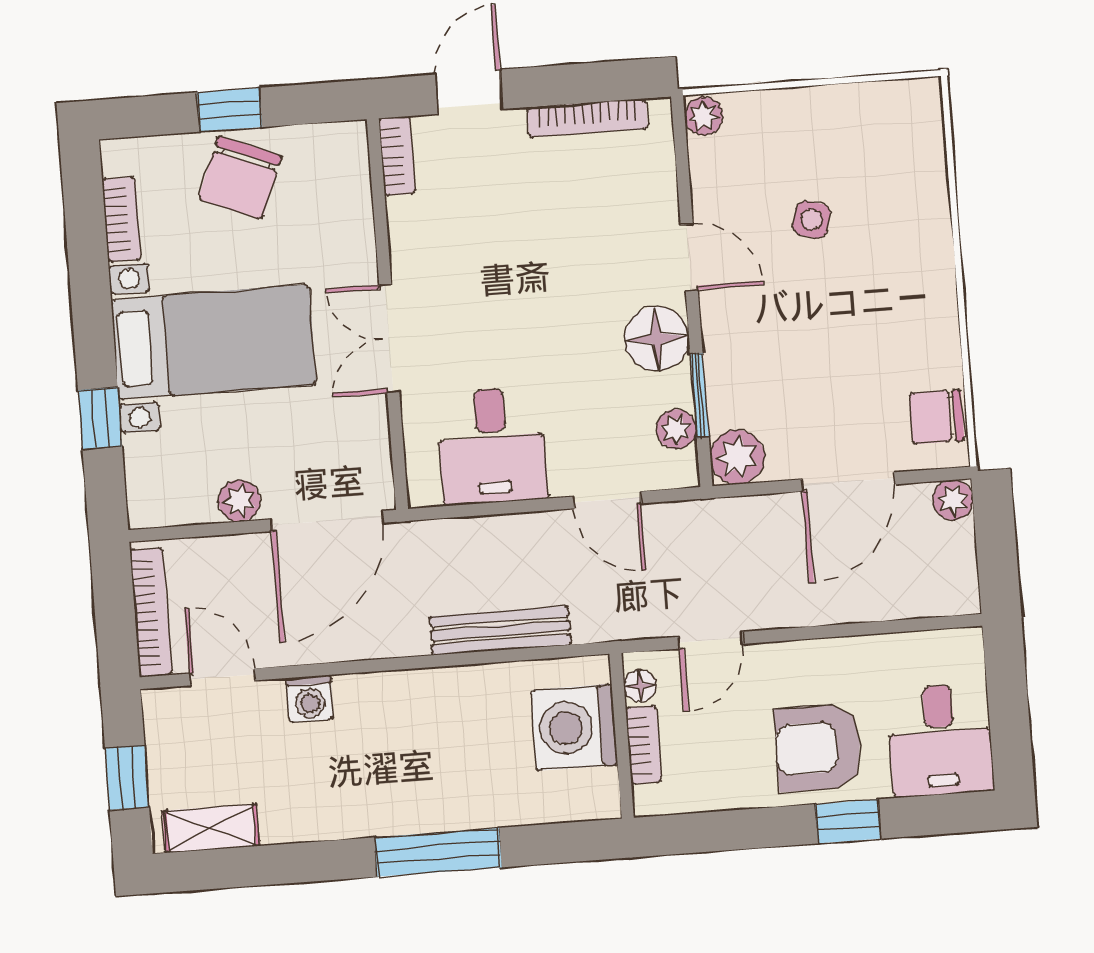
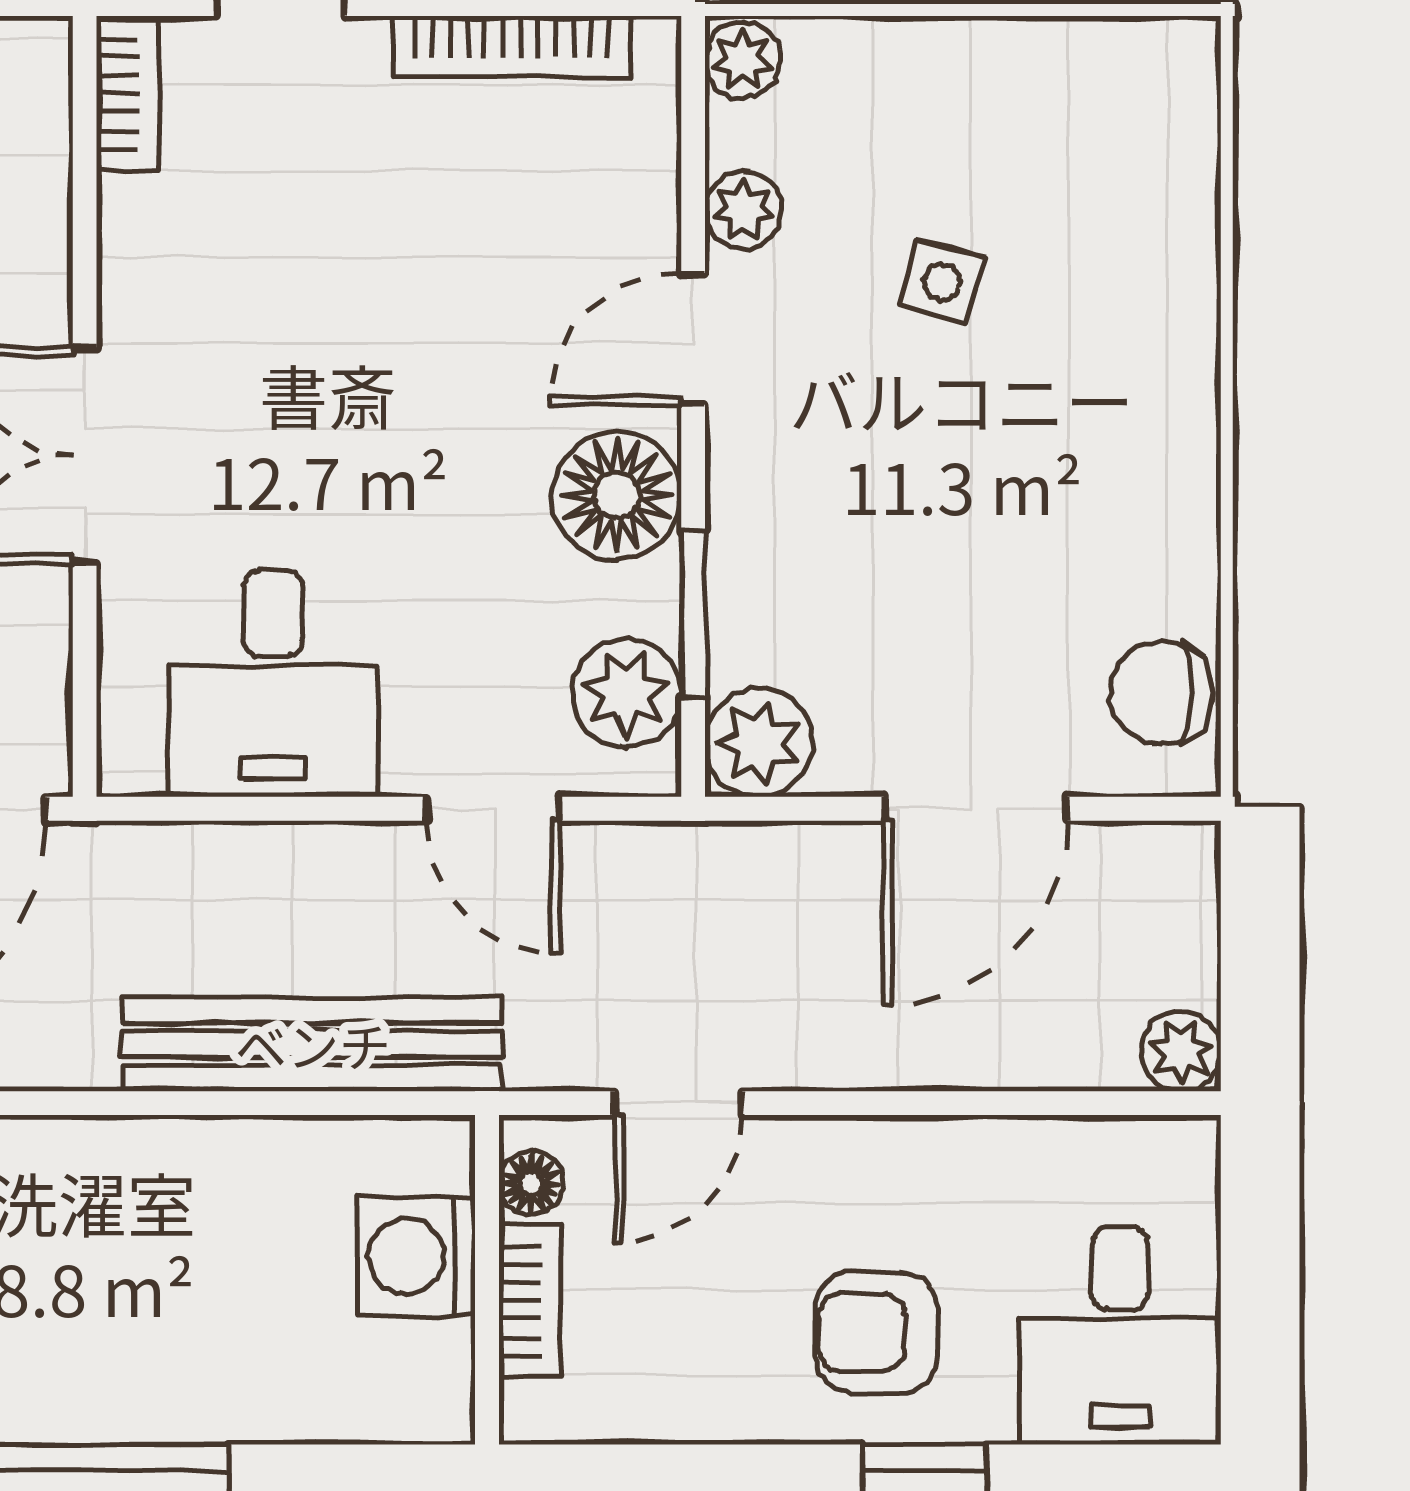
plant: (710, 191) -> (744, 210), added
door: (689, 257) -> (693, 339), swing flipped
plant: (676, 429) -> (627, 693), width x1.38, depth x1.38
plant: (953, 500) -> (1181, 1051), moved
bench: (500, 631) -> (313, 1044), width x1.37, depth x1.21
washing machine: (574, 727) -> (416, 1256), width x0.73, depth x0.73
armchair: (818, 748) -> (876, 1333), width x0.72, depth x0.72

